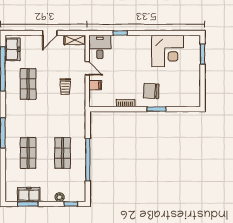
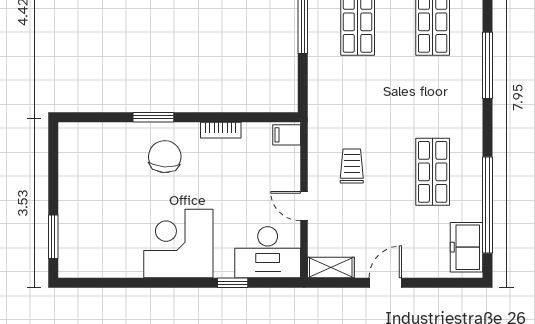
desk: (100, 47) -> (268, 252), width x1.37
corner desk: (168, 51) -> (178, 244), moved
filing cabinet: (95, 85) -> (287, 135), moved
chair: (151, 91) -> (165, 157), turned -89

